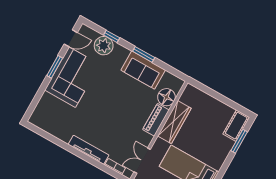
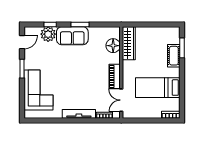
sofa: (143, 70) -> (72, 36), moved
corner sofa: (72, 77) -> (38, 90), moved
piano: (156, 120) -> (115, 77), moved
wardrobe: (174, 122) -> (129, 43), moved
cot: (236, 126) -> (174, 56), moved

